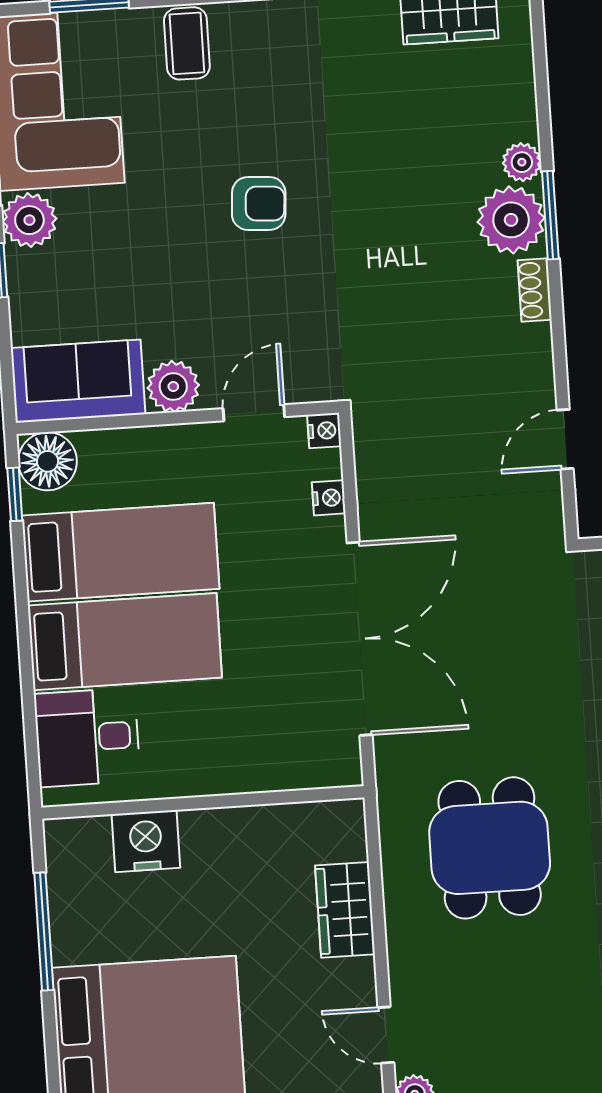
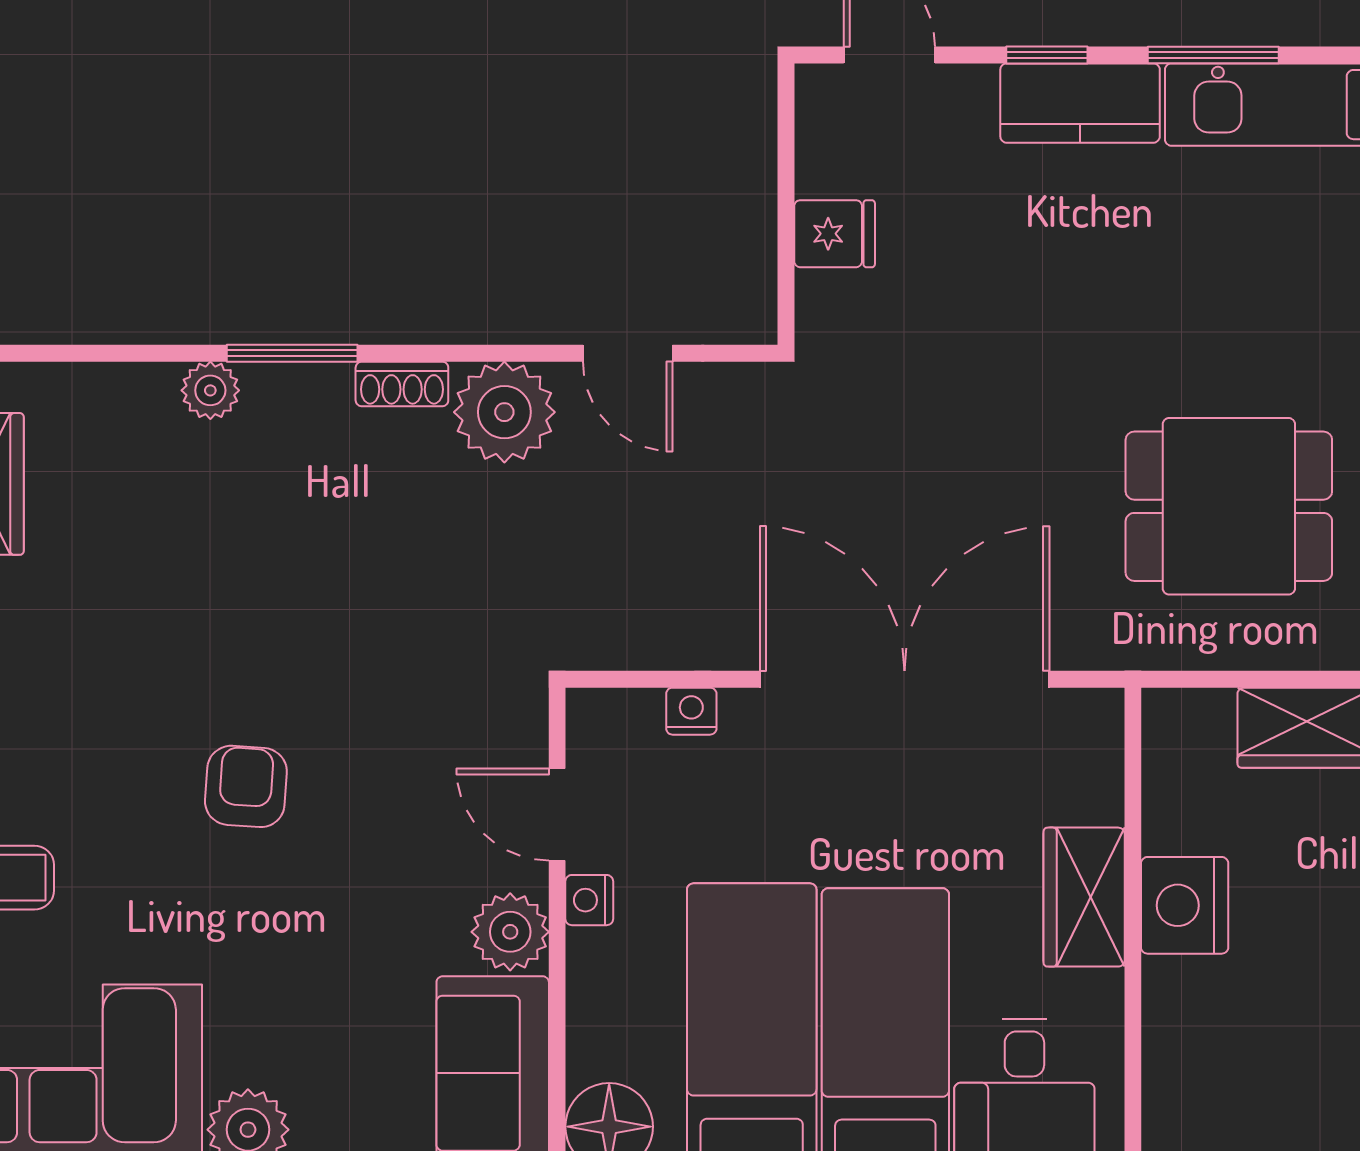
plant: (511, 220) -> (504, 412), moved
nightstand: (324, 431) -> (589, 900), moved, turned -90
wardrobe: (222, 769) -> (1084, 897), added
nightstand: (146, 841) -> (1185, 905), moved

